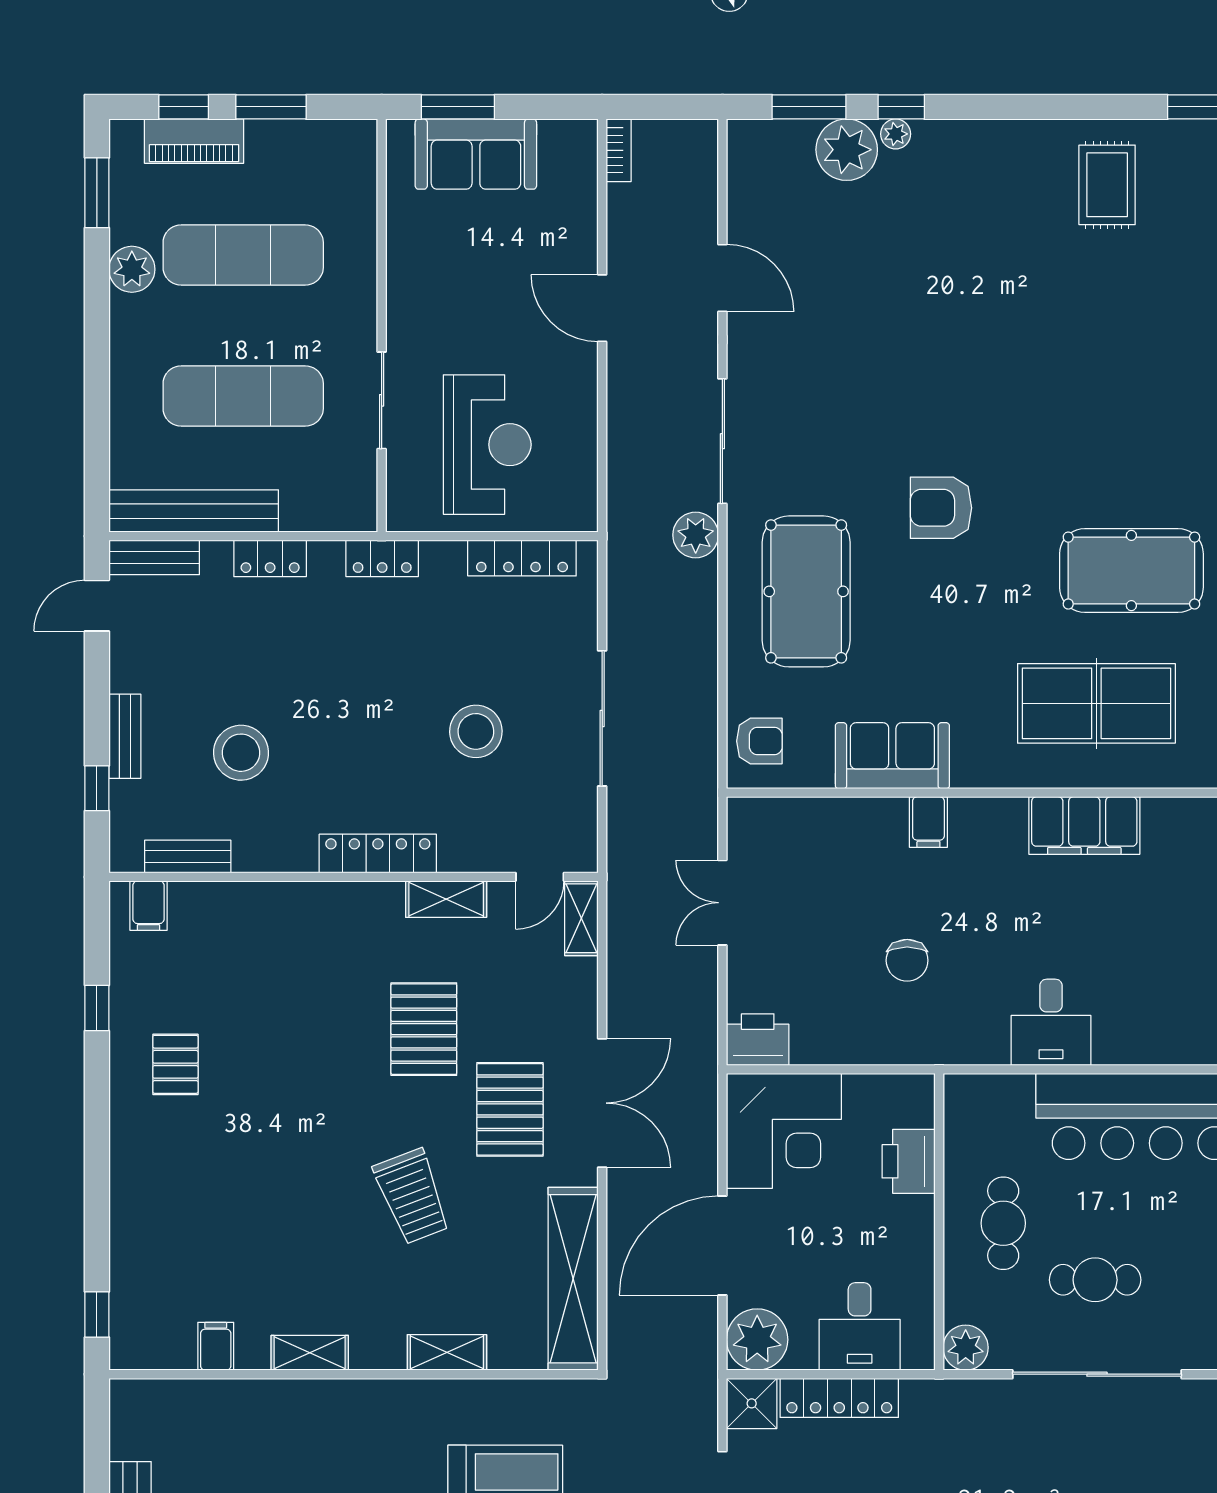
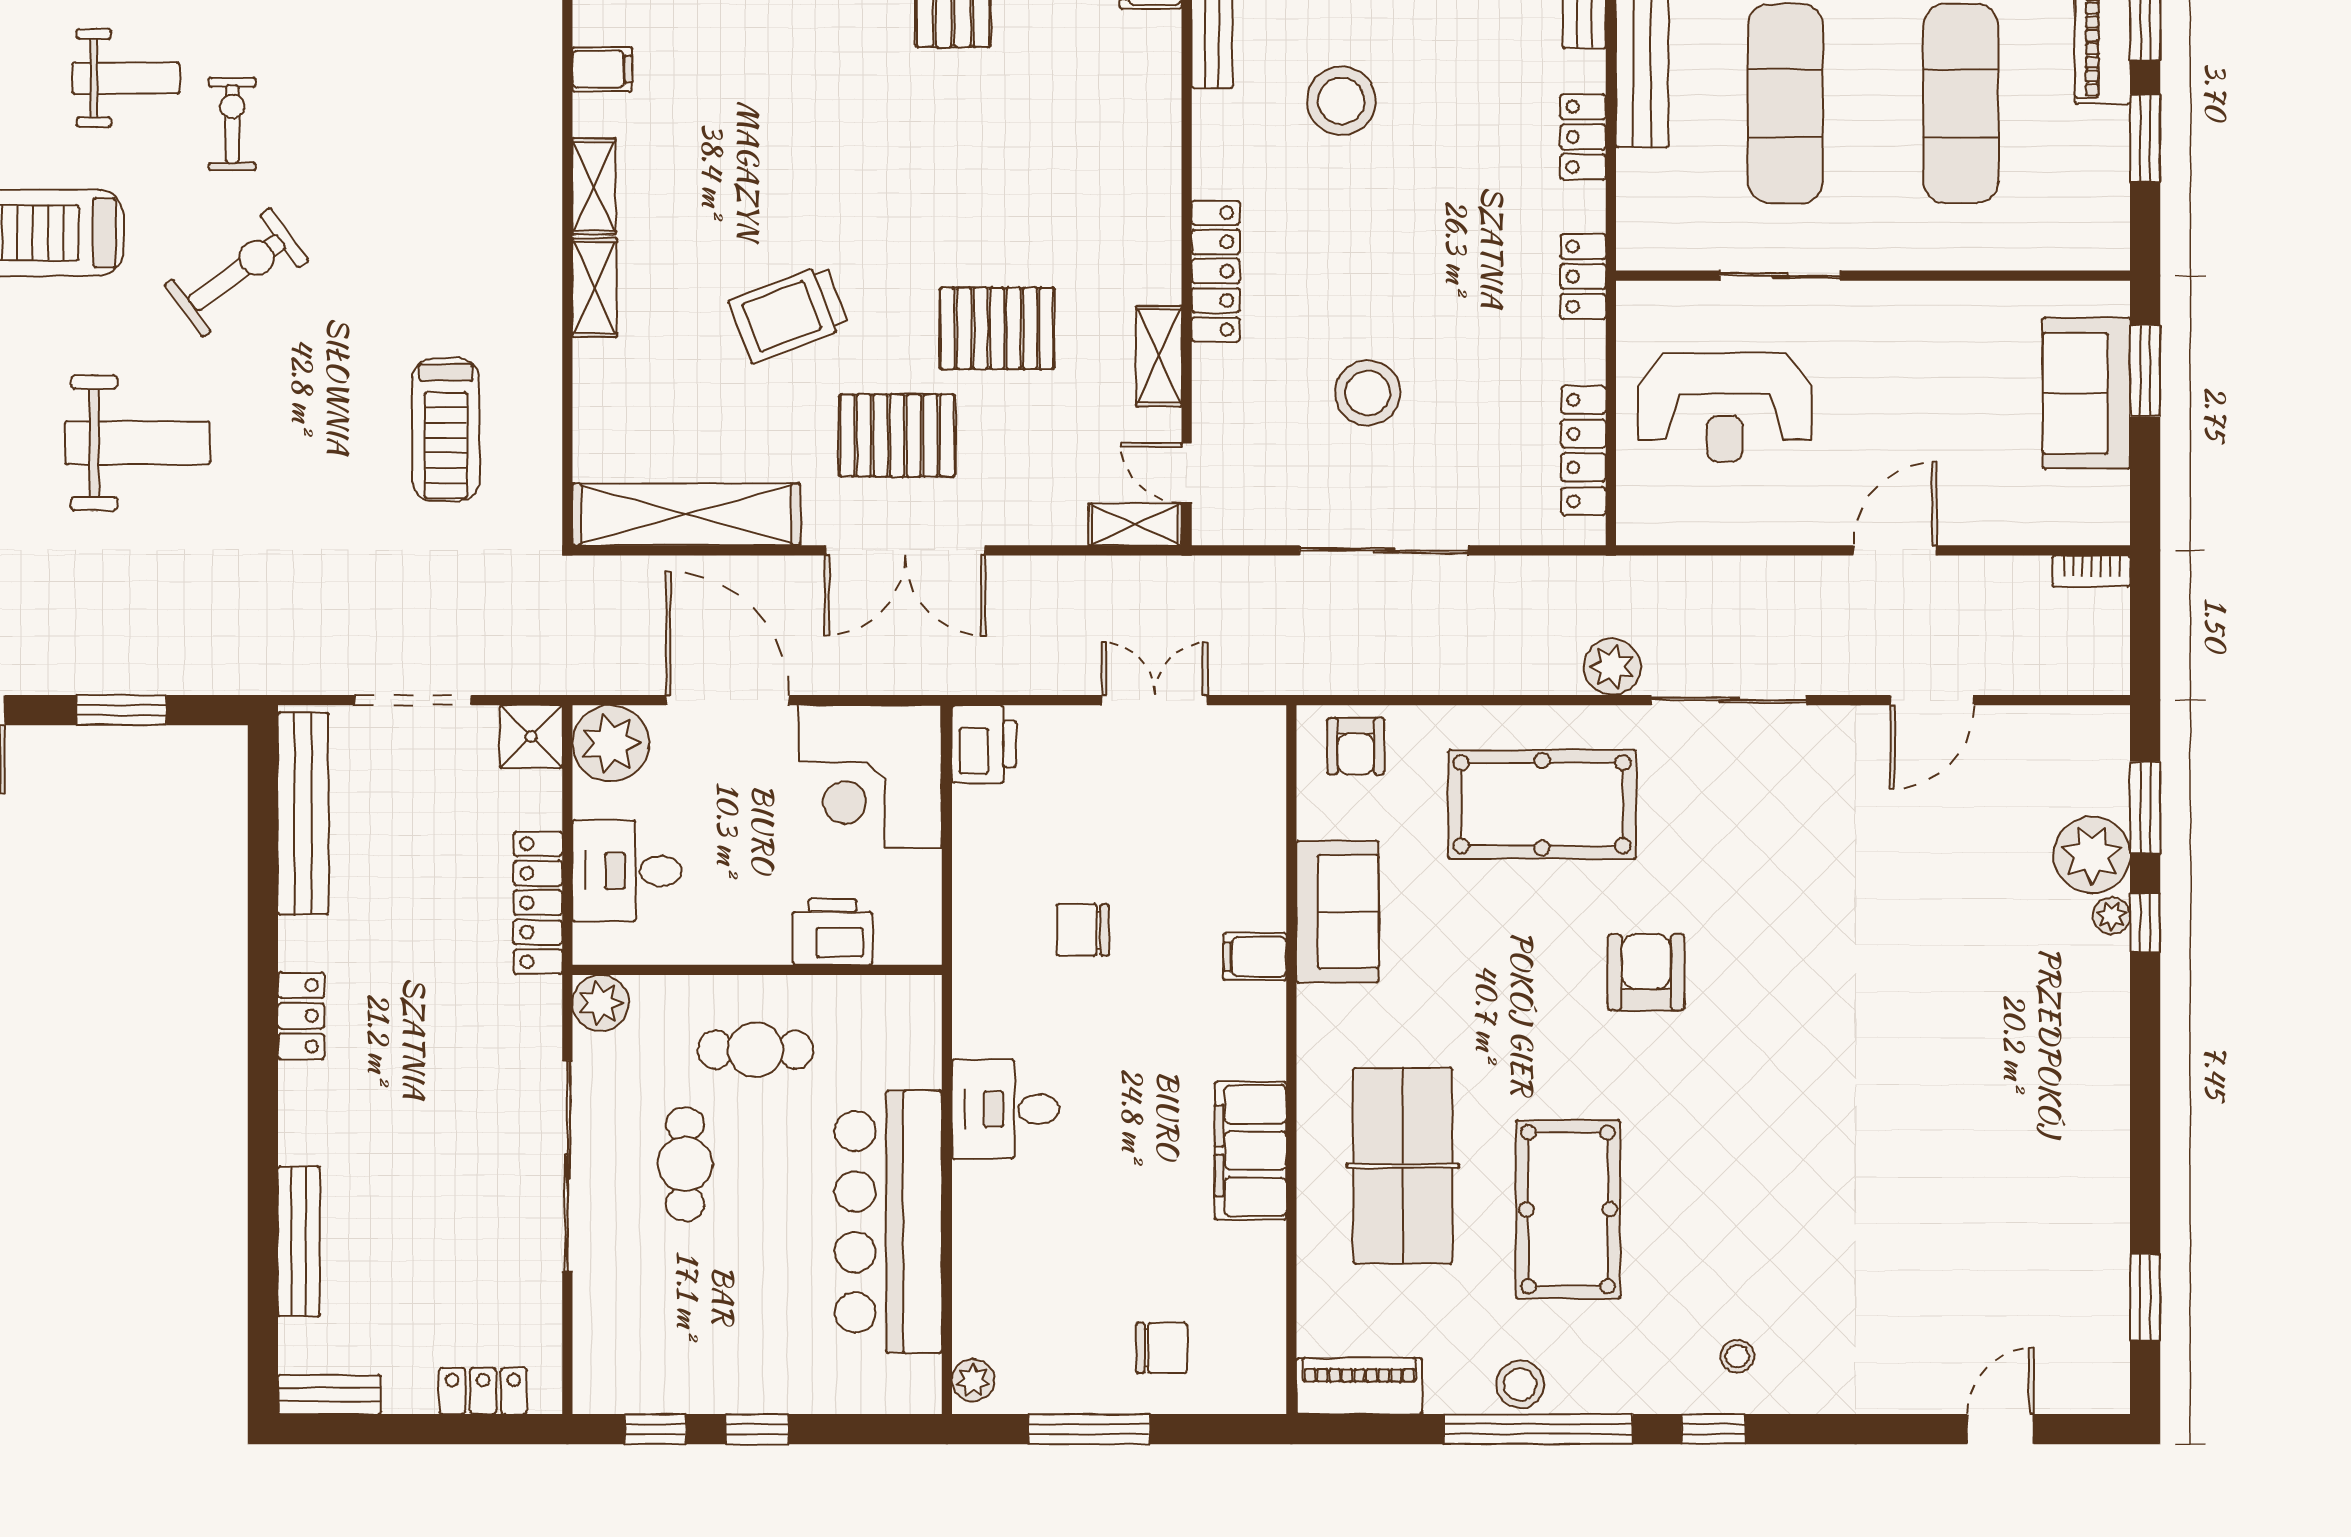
rug: (1107, 185) -> (2048, 1179), removed
shelving: (447, 1352) -> (595, 288), moved
locker: (839, 1398) -> (538, 903), moved

